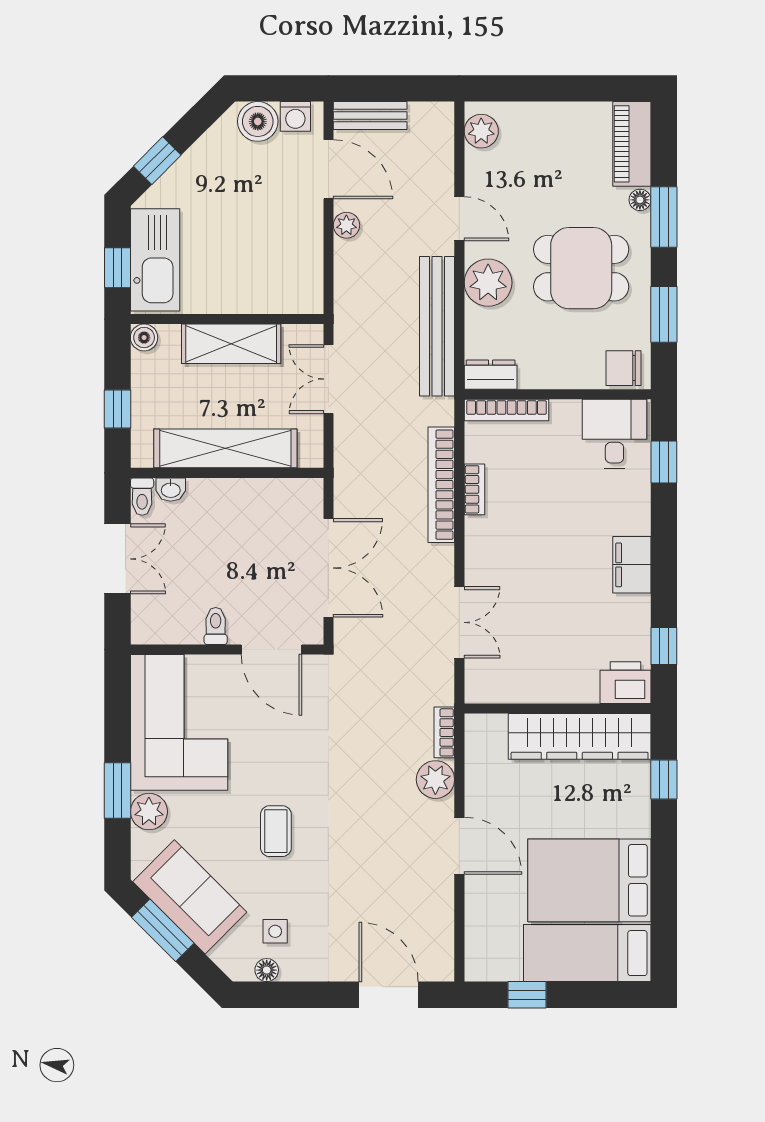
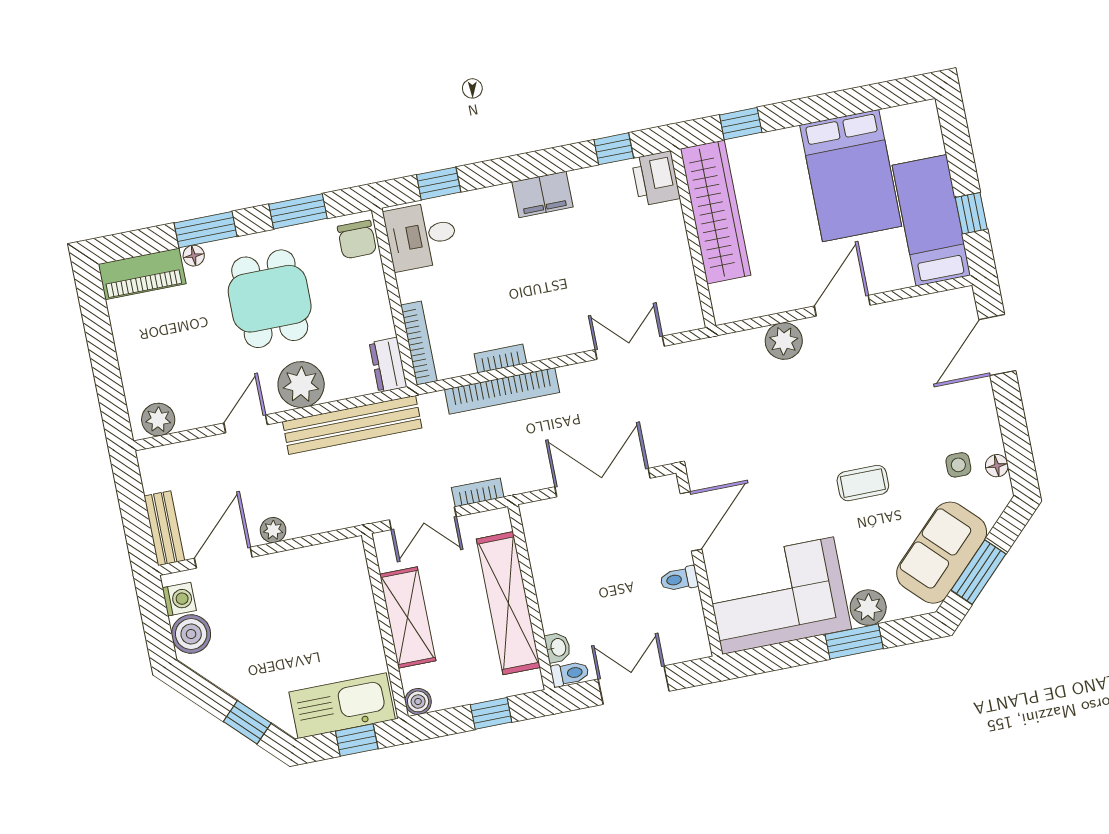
bookcase: (444, 732) -> (478, 492), moved, turned 180
bed: (587, 953) -> (931, 220), moved, turned 180

